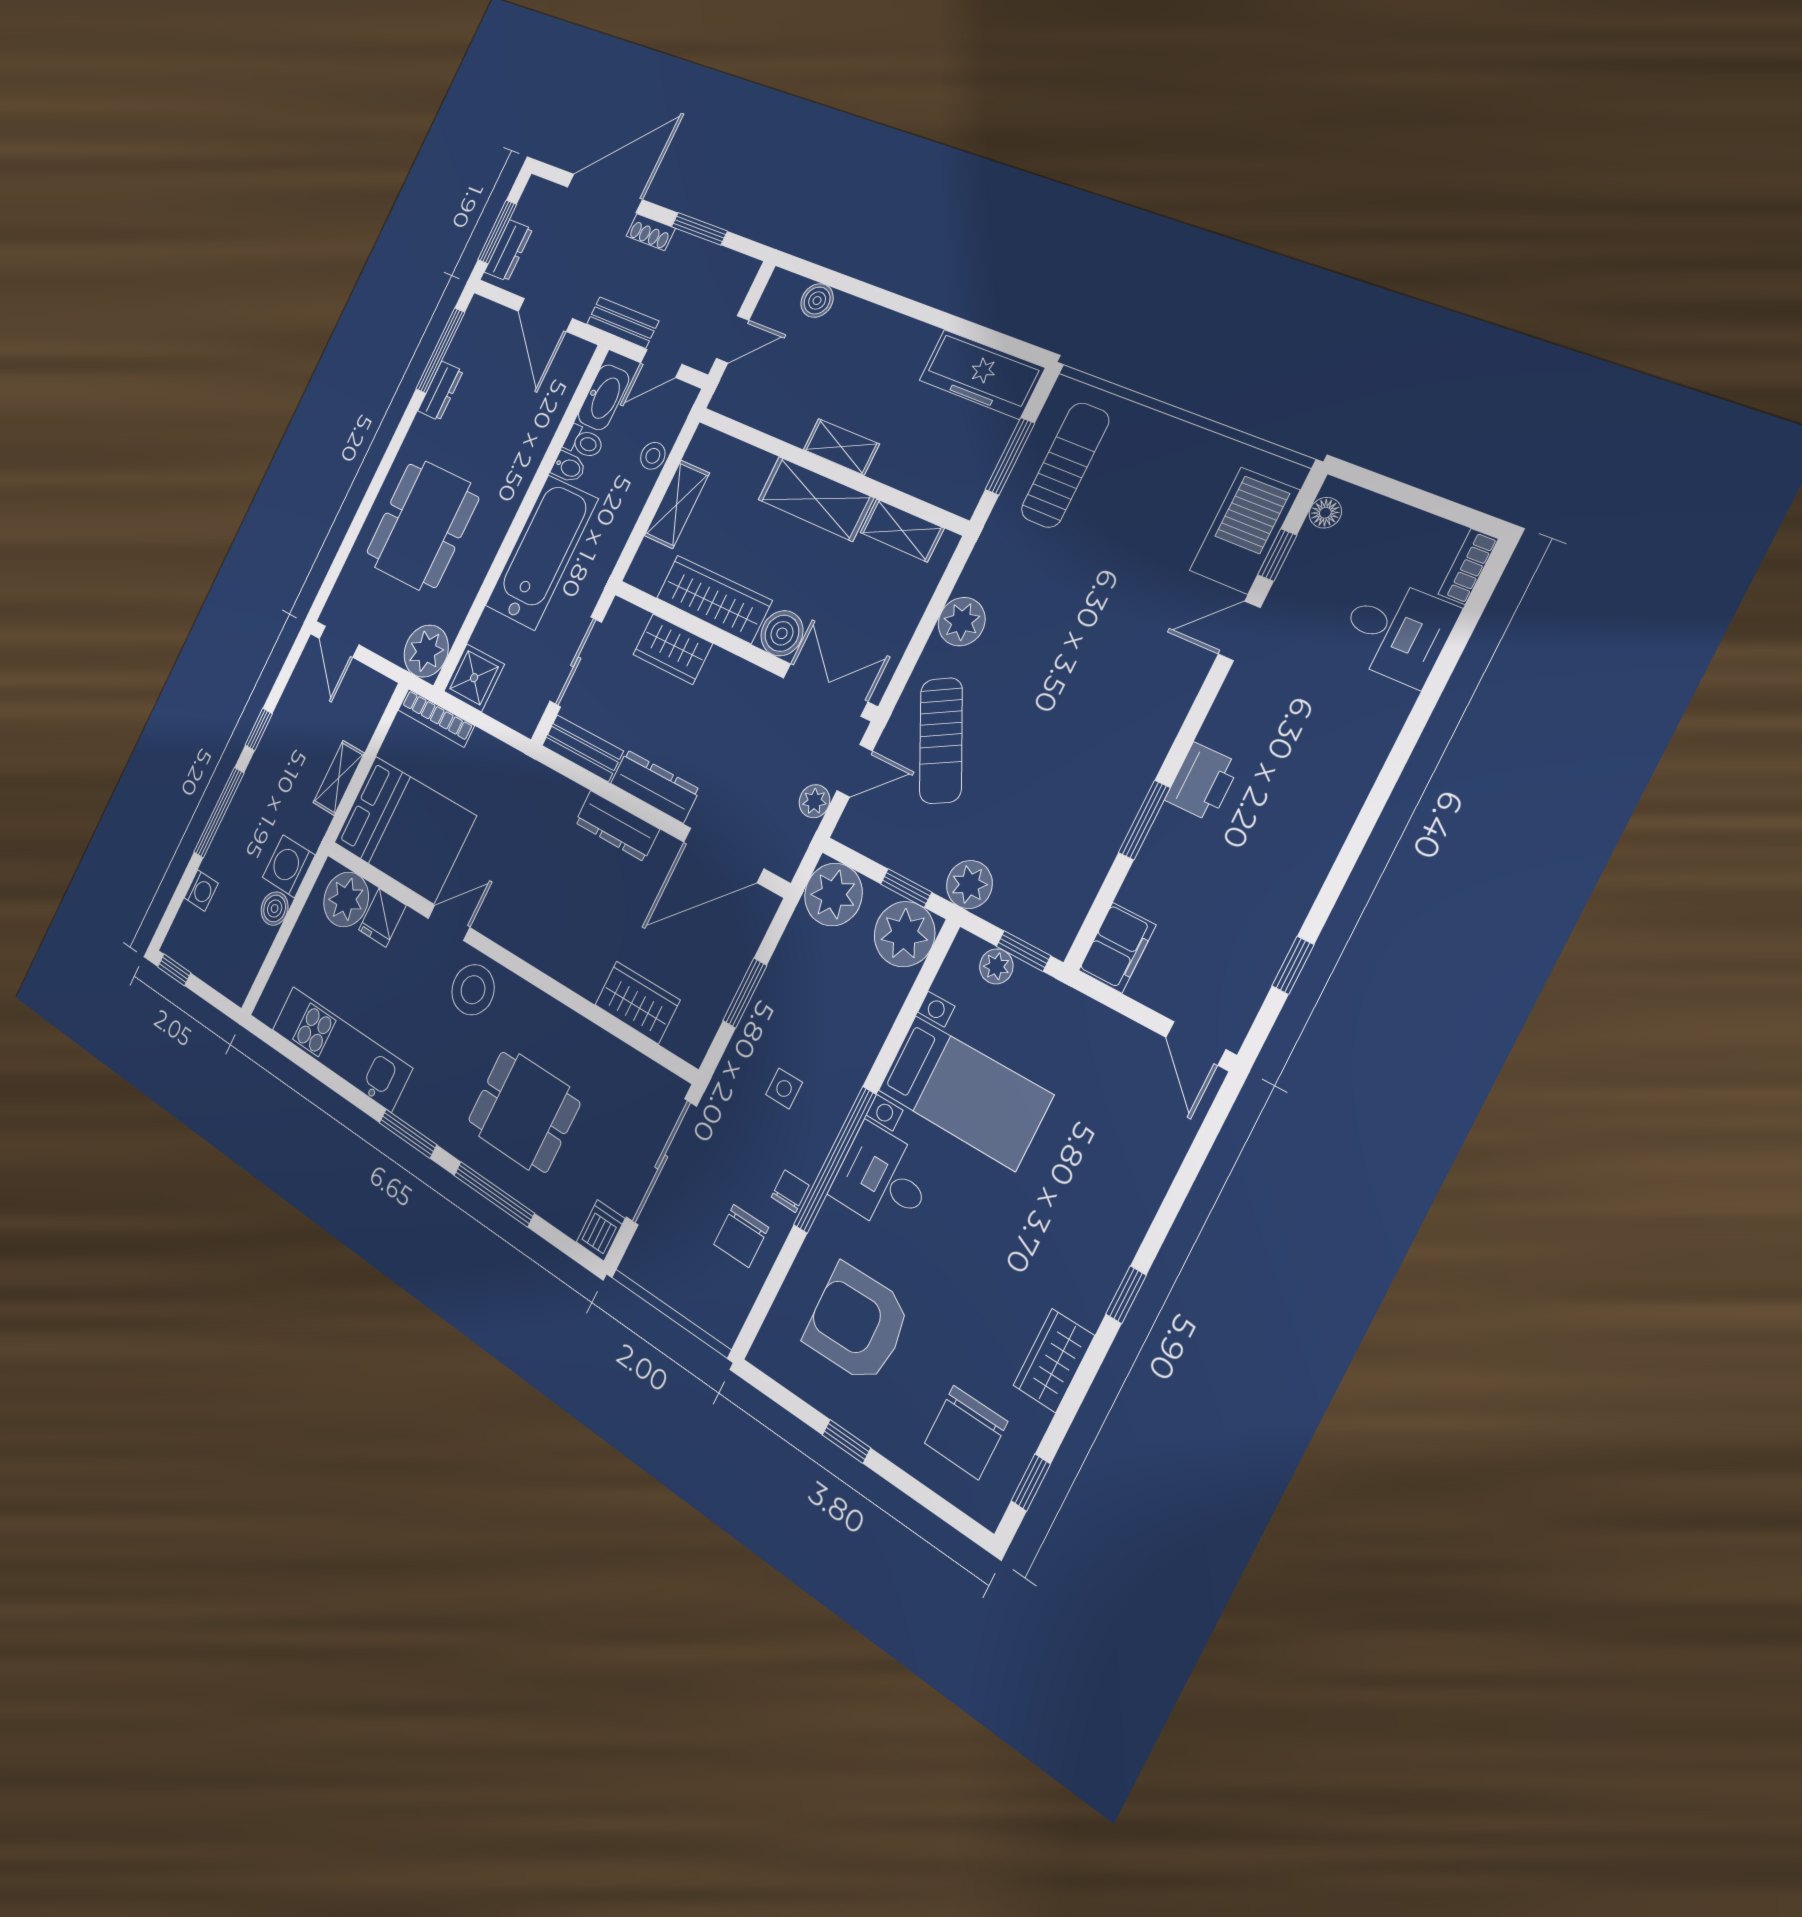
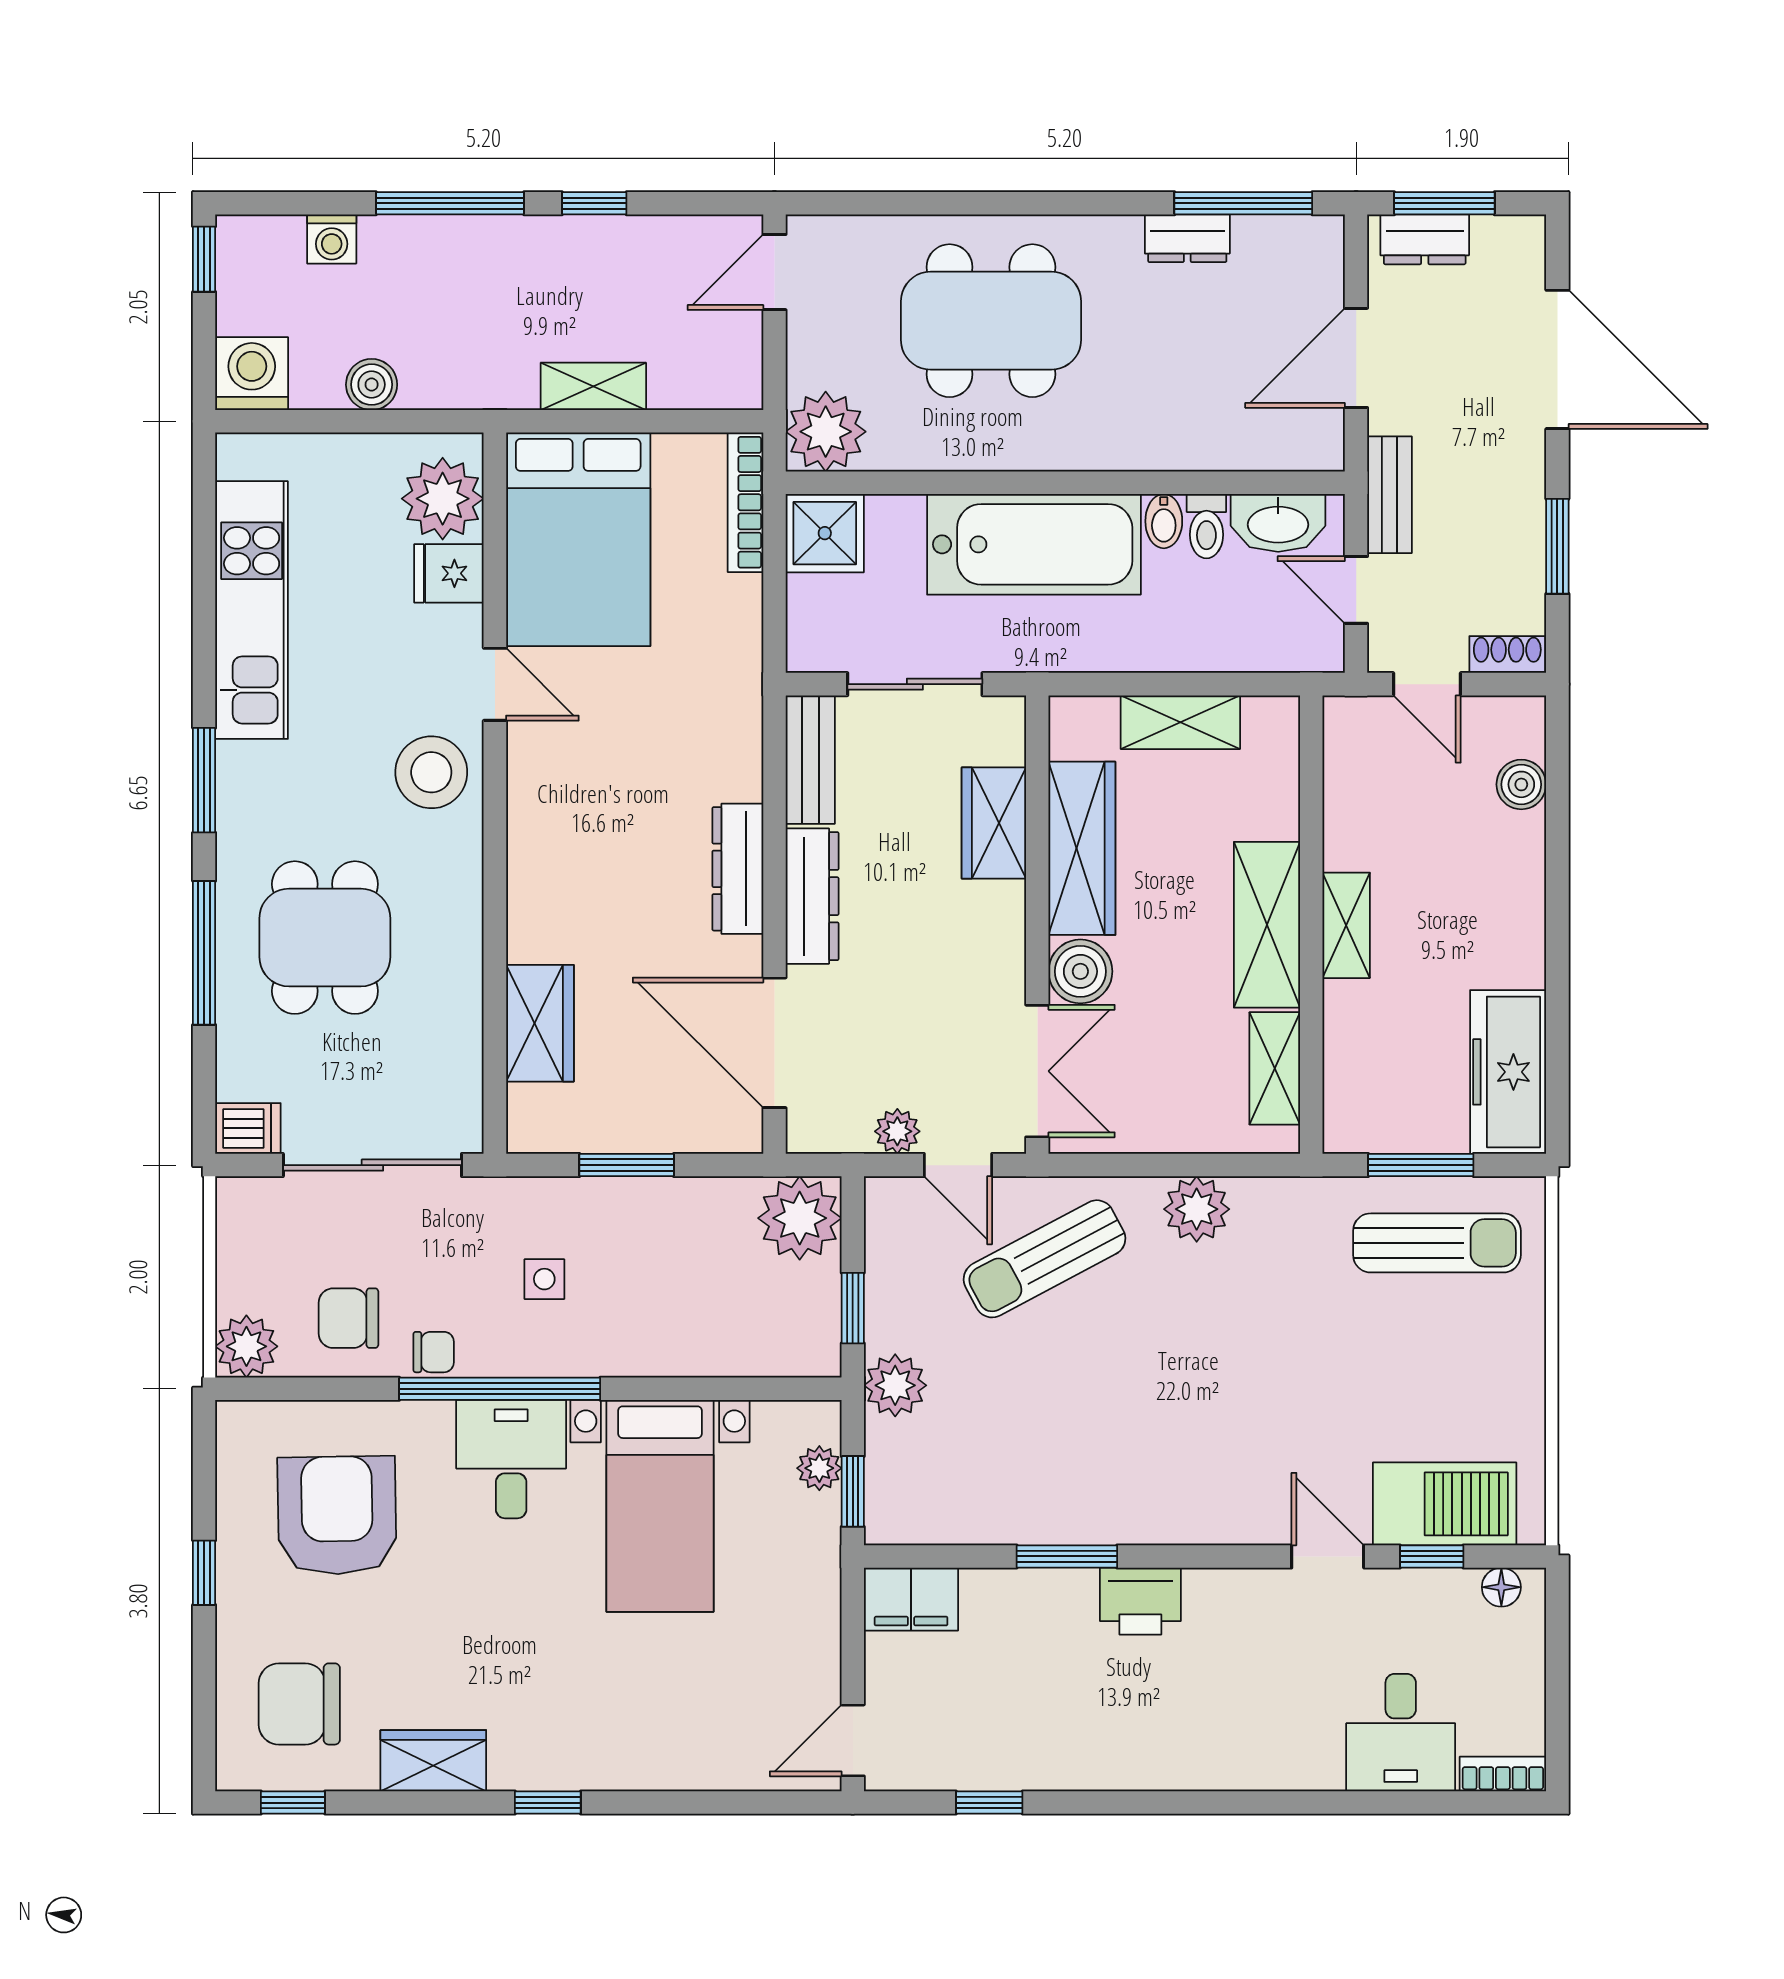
shoe rack: (651, 232) -> (1507, 655), moved, turned 90
stool: (653, 456) -> (1229, 648), removed
washing machine: (289, 866) -> (252, 374), moved
plant: (904, 934) -> (246, 1346), moved, width x0.73, depth x0.73

